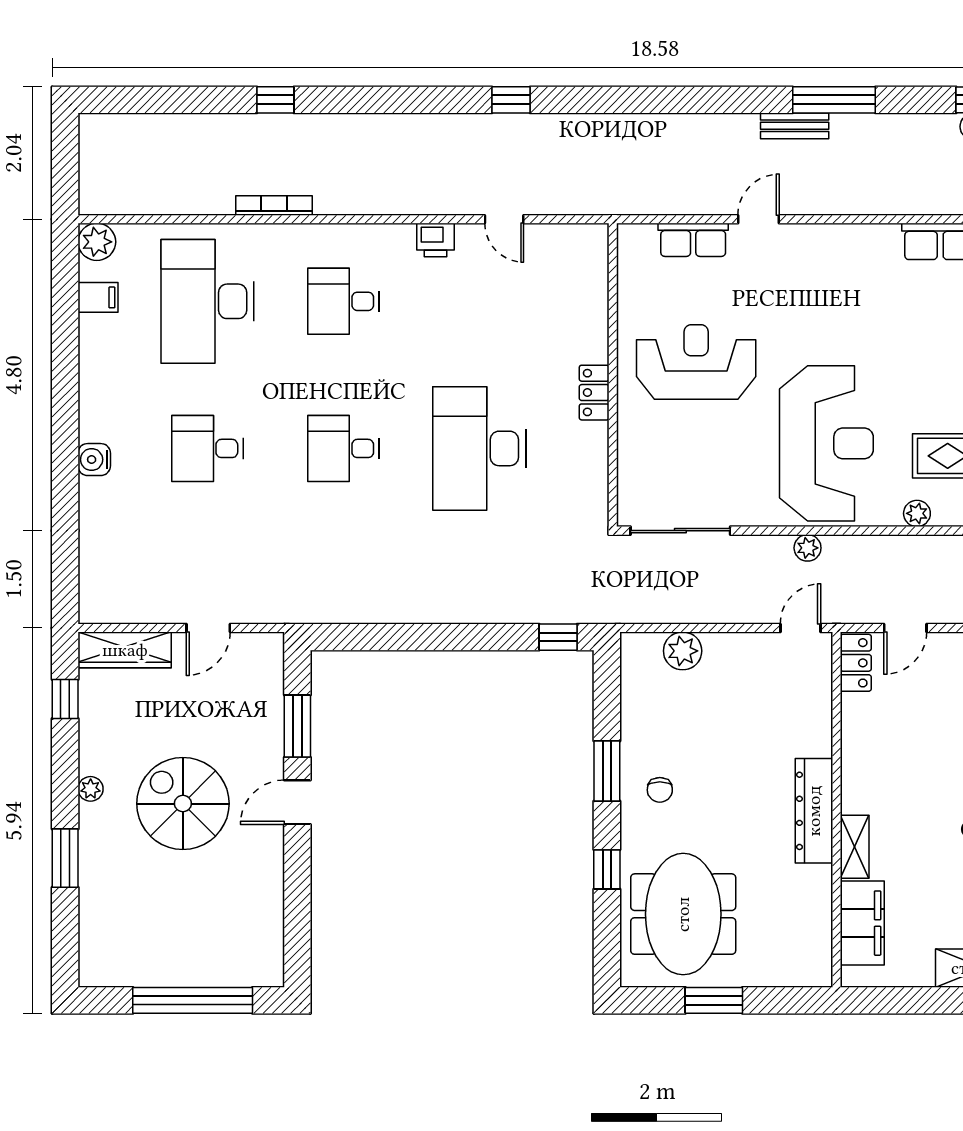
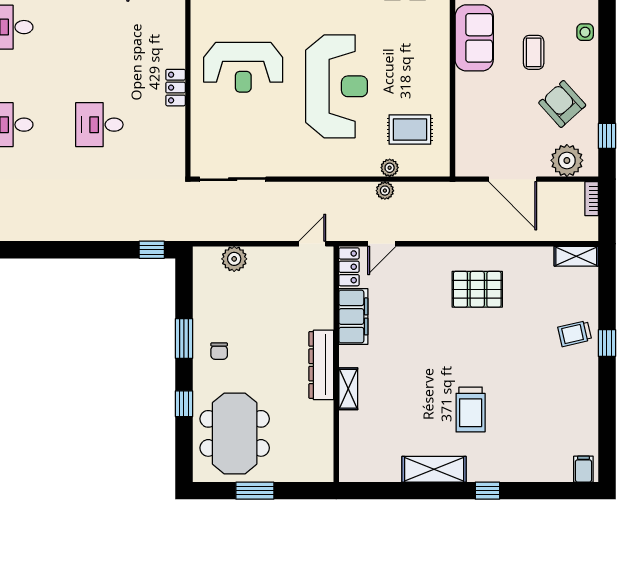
reception desk: (696, 362) -> (243, 67), turned 180
reception desk: (826, 443) -> (337, 86), moved
desk: (479, 448) -> (99, 125), width x0.53, depth x0.77
plant: (808, 548) -> (385, 191), moved
filing cabinet: (862, 923) -> (353, 316), moved

